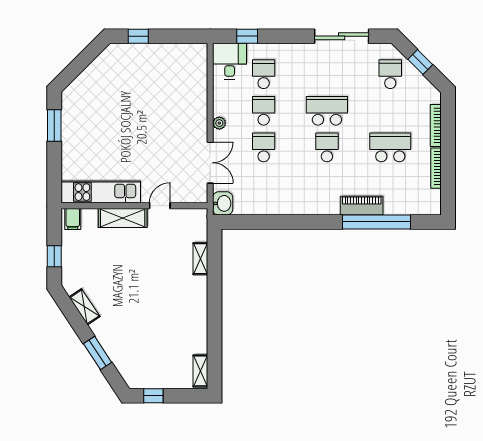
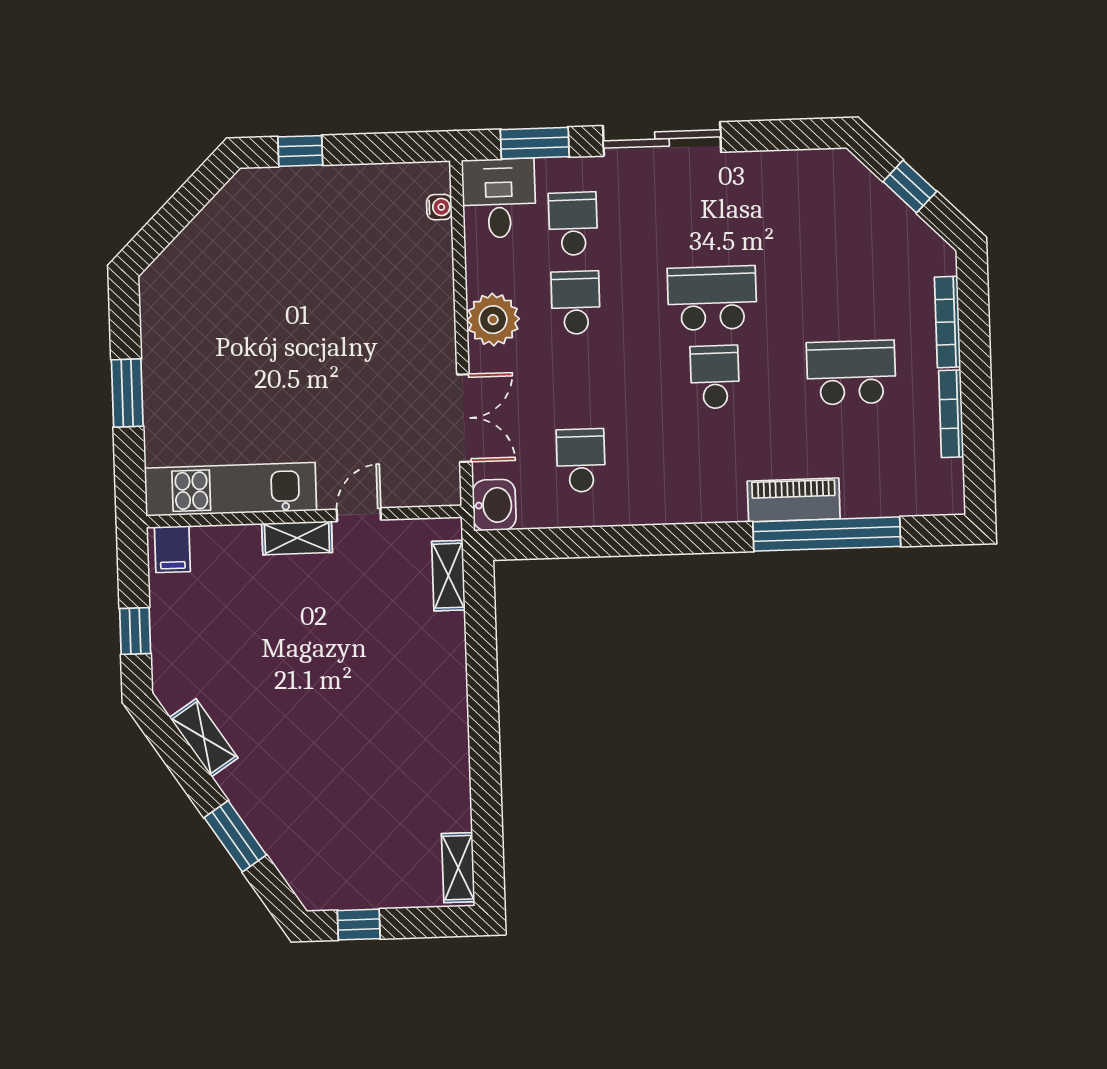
window: (247, 36) -> (535, 143), width x1.50
sliding door: (342, 36) -> (662, 139), moved
water cooler: (202, 64) -> (439, 207), added
school desk: (390, 74) -> (846, 215), removed
plant: (219, 123) -> (493, 320), width x1.88, depth x1.88
window: (54, 126) -> (127, 393), moved
school desk: (264, 147) -> (581, 460), moved
shelving: (123, 218) -> (297, 538), width x0.67, depth x0.75
shelving: (200, 259) -> (448, 576), moved

